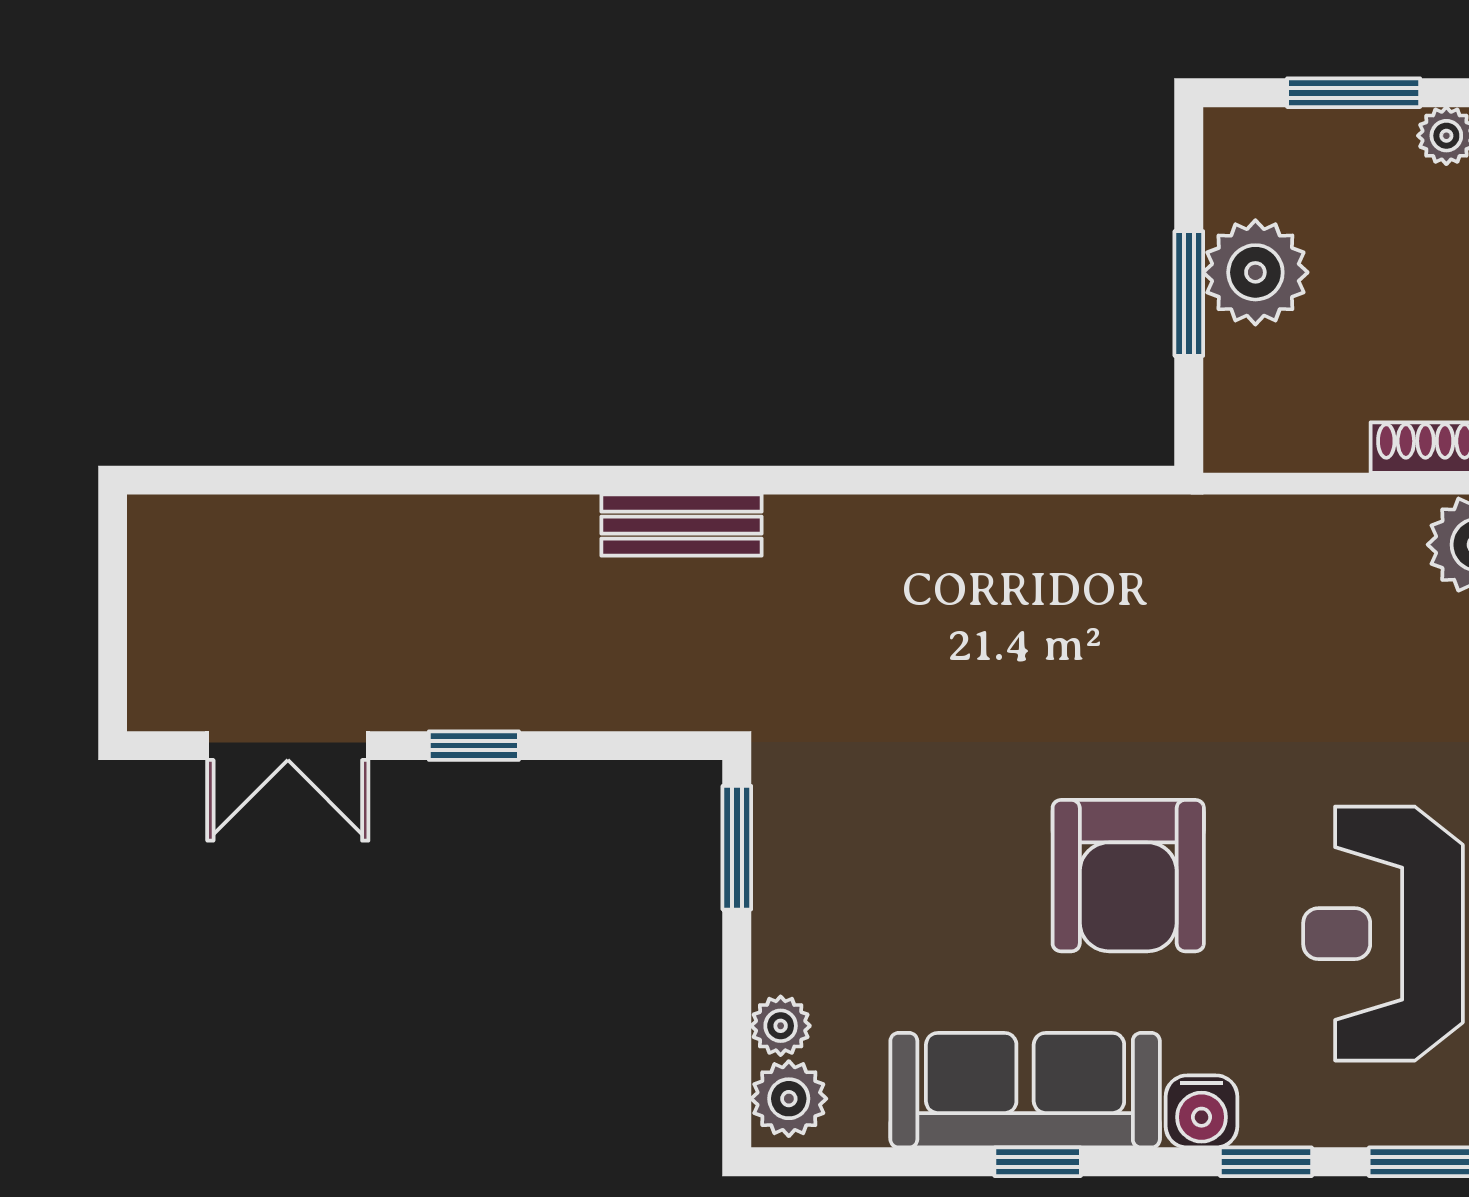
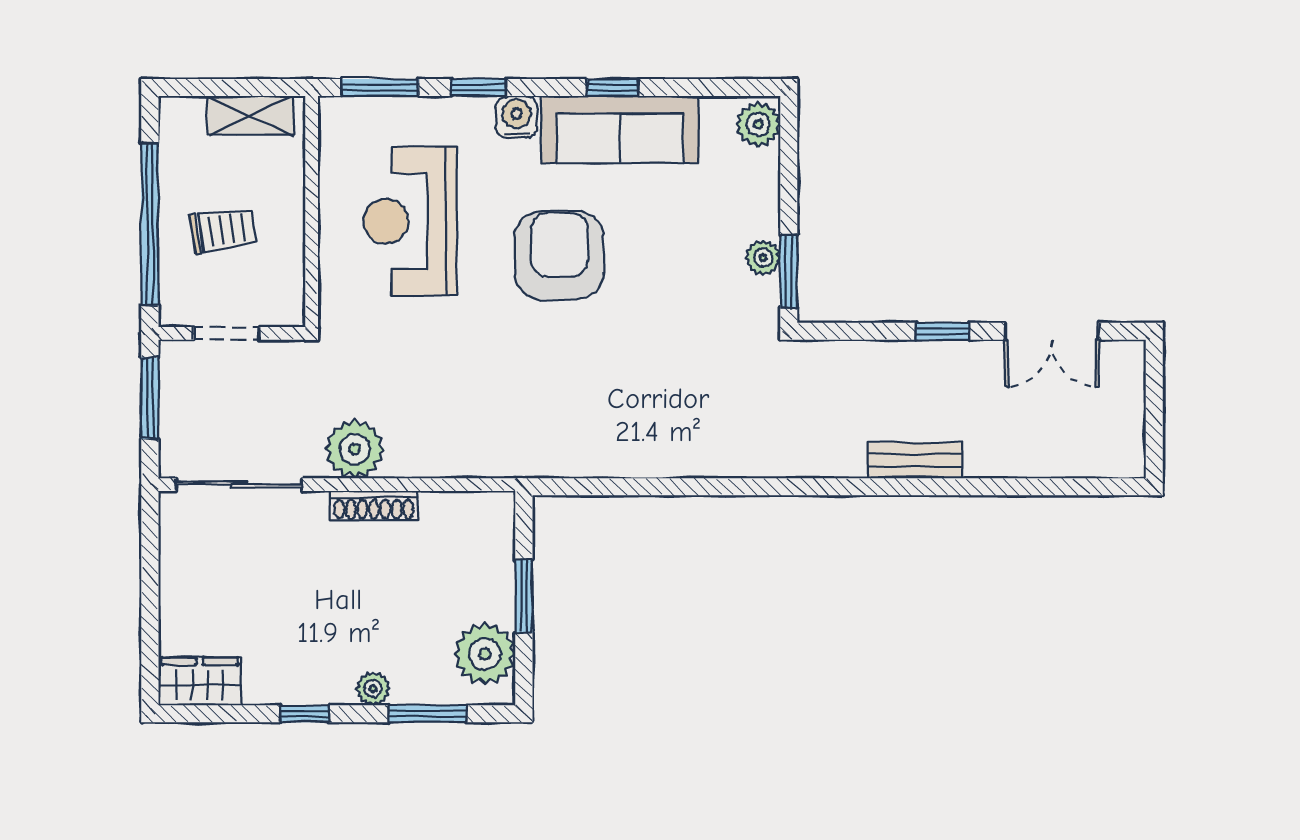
plant: (1255, 272) -> (485, 654), moved
bench: (681, 525) -> (915, 460), moved
double door: (288, 746) -> (1052, 331), swing flipped
reception desk: (1383, 934) -> (410, 221), turned 180
plant: (781, 1026) -> (763, 258), moved

